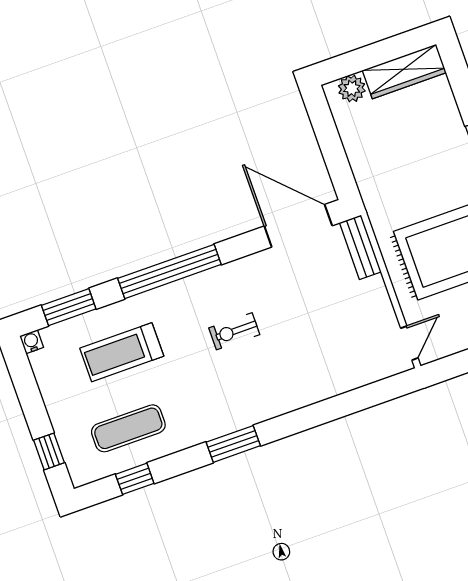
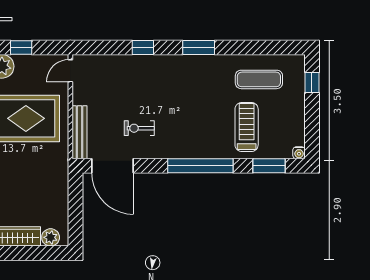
bench: (360, 247) -> (80, 132), width x1.36
exercise bike: (234, 331) -> (139, 128), moved, turned 180
treadmill: (122, 352) -> (247, 127), turned -90
window: (135, 479) -> (143, 47), moved

